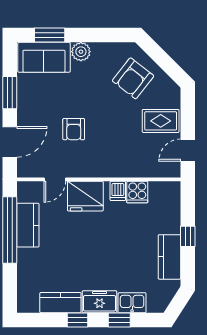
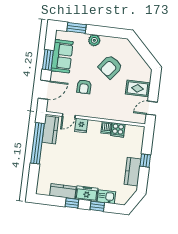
sofa: (44, 57) -> (62, 56), moved, turned -90
armchair: (133, 78) -> (110, 67), moved
fridge: (85, 196) -> (81, 125), width x0.53, depth x0.75
kitchen counter: (28, 225) -> (50, 130), moved

